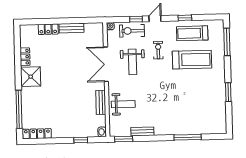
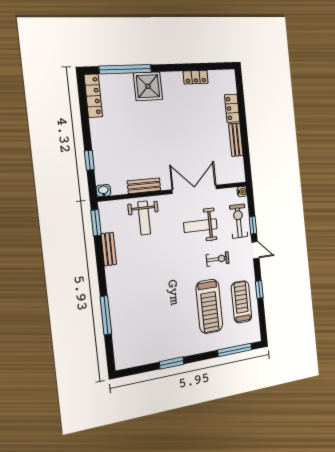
shower: (31, 77) -> (148, 86), moved

